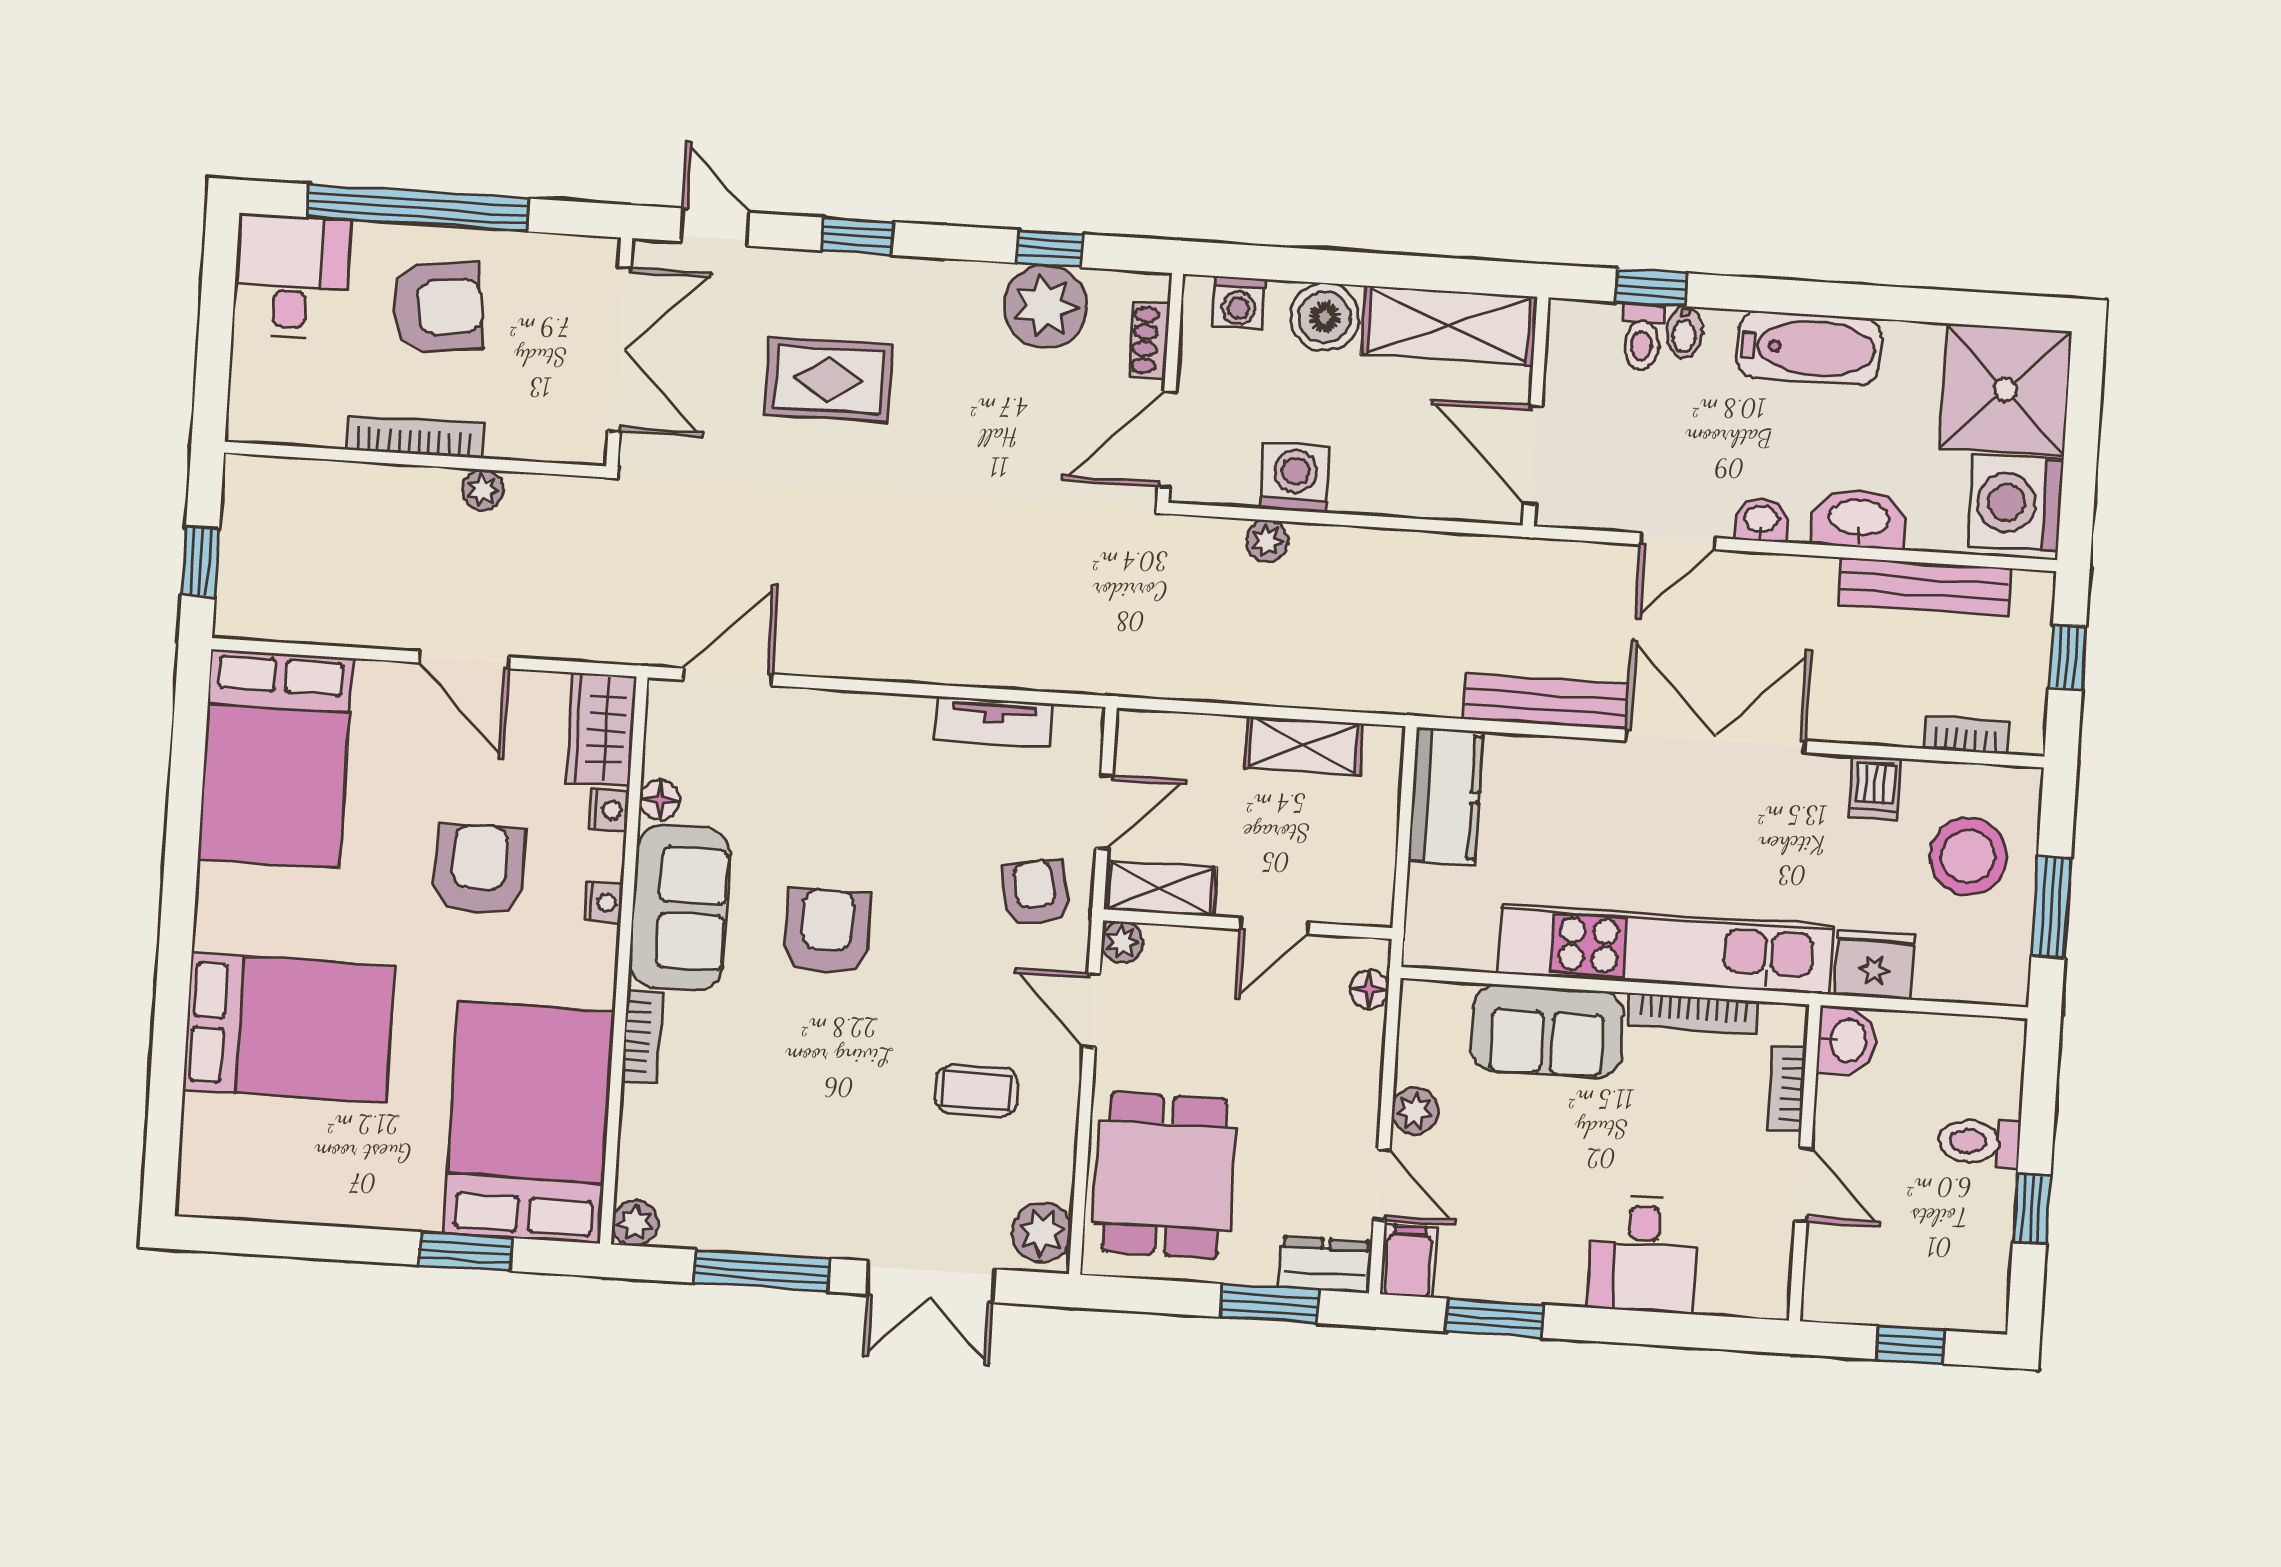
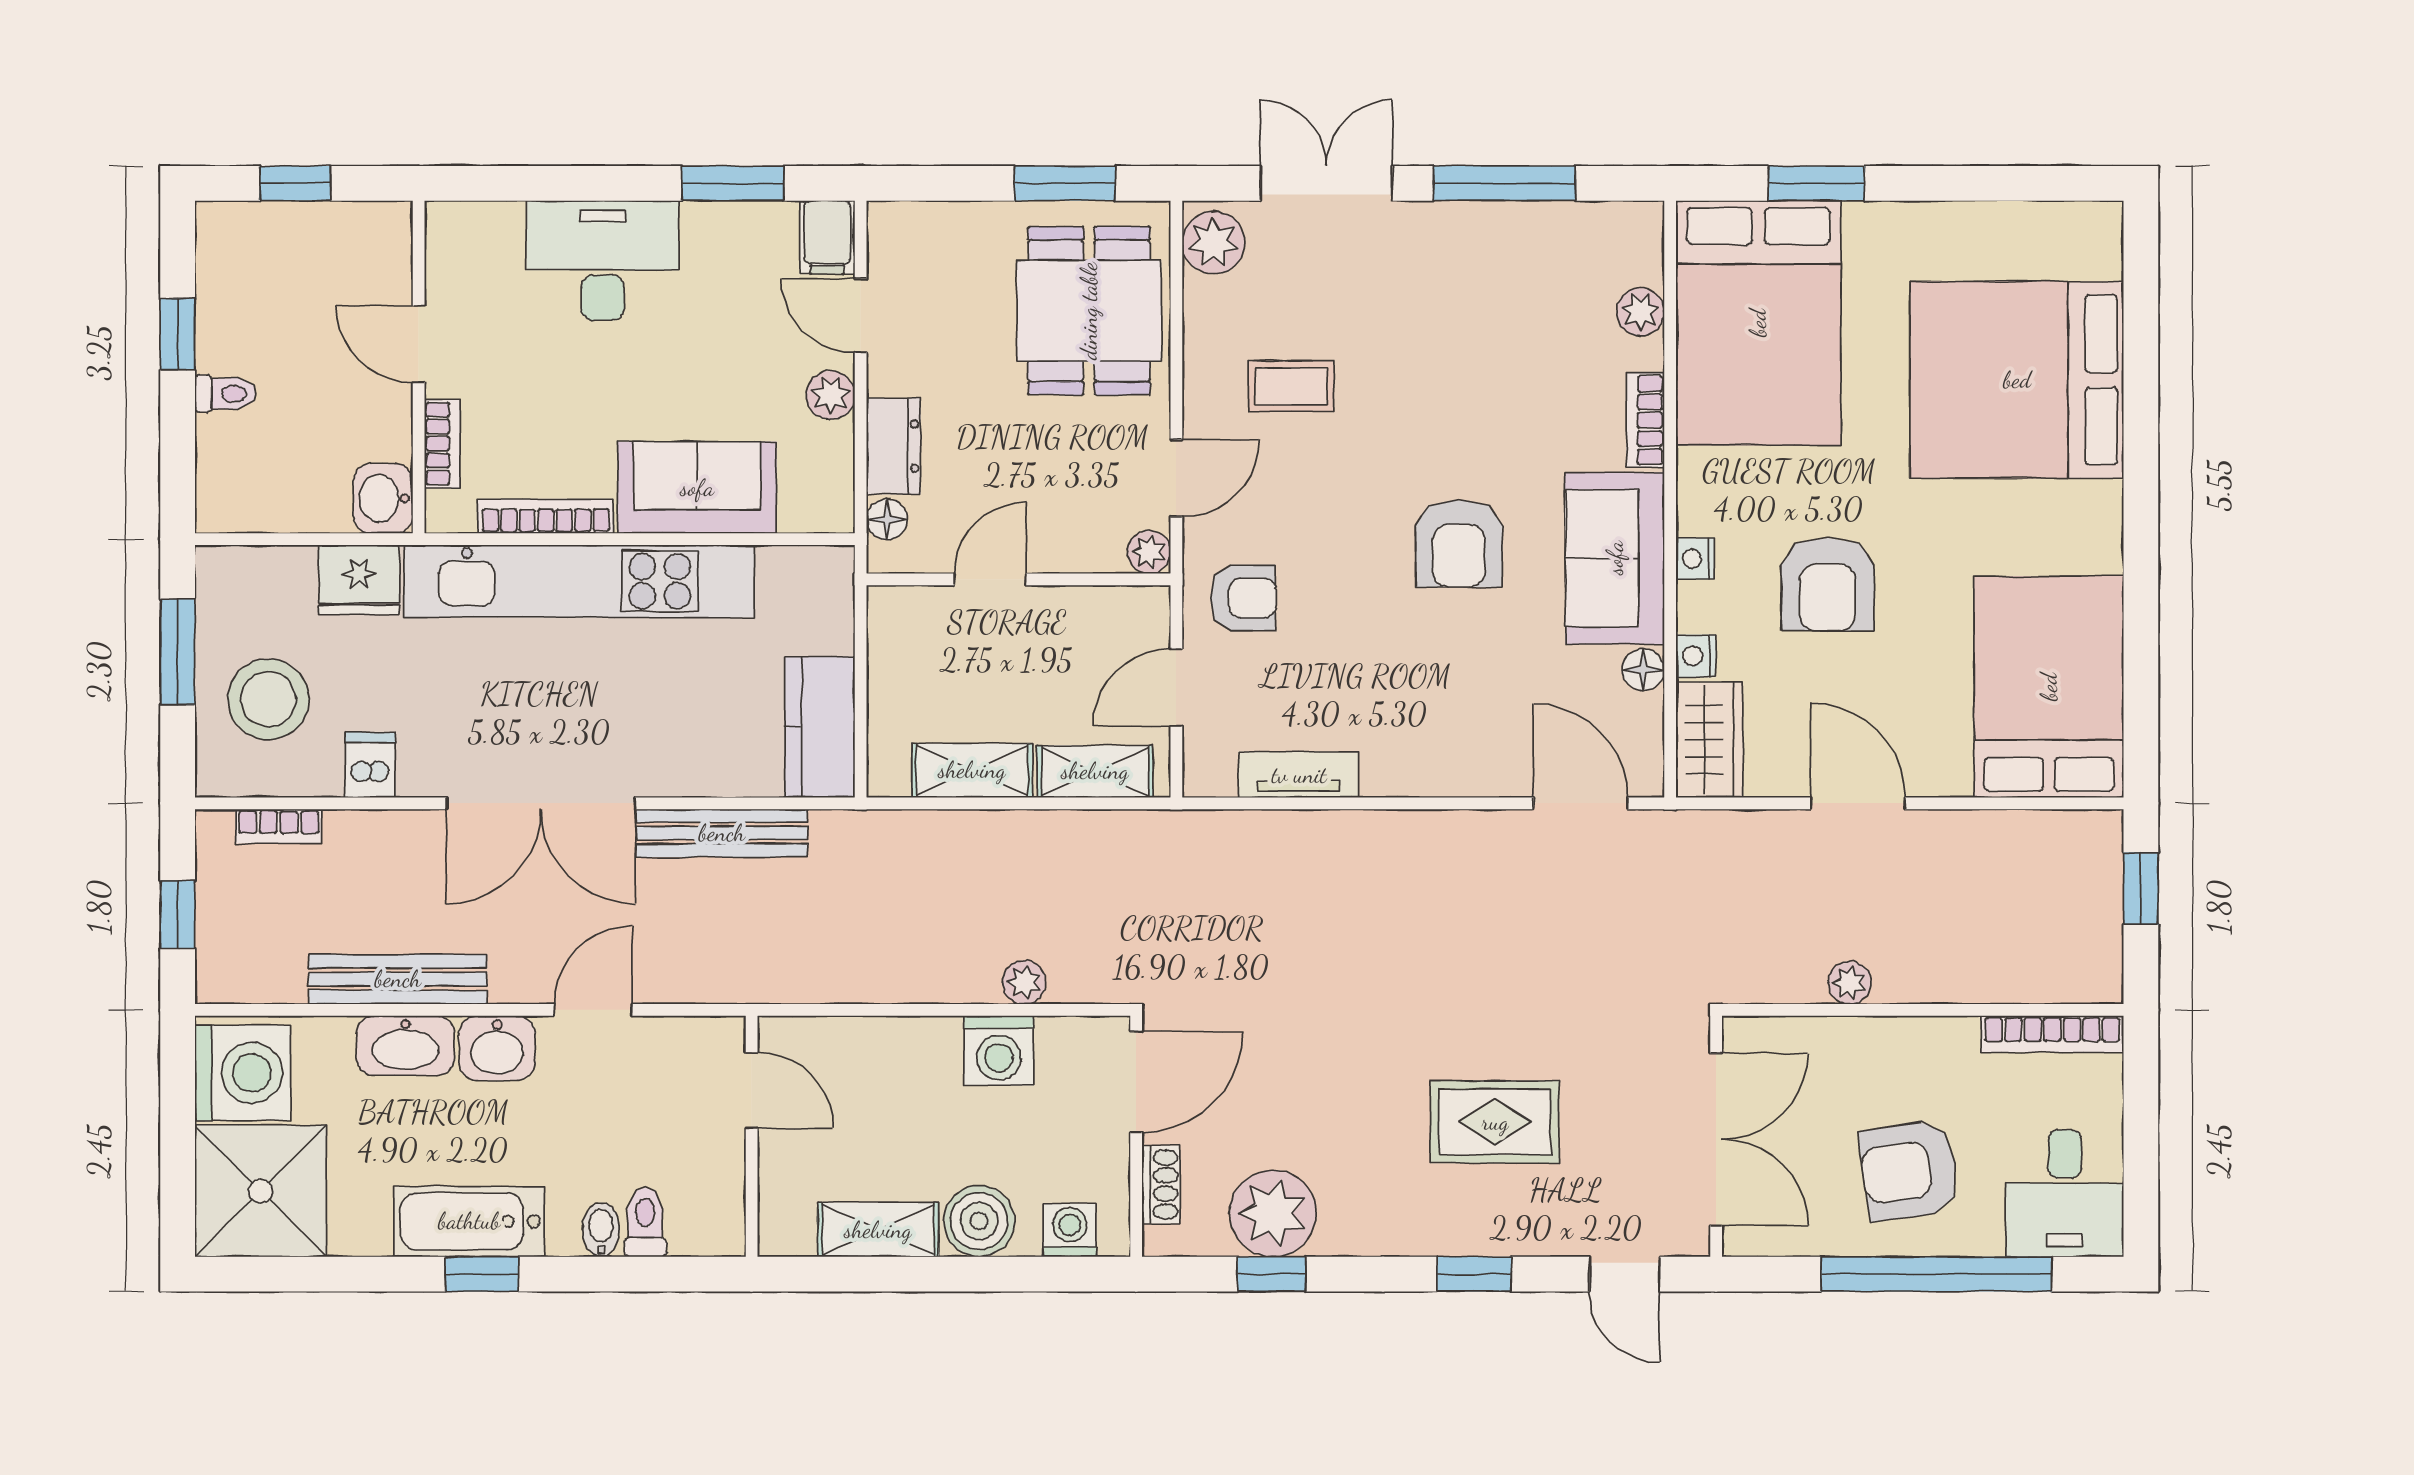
window: (1651, 288) -> (482, 1274), moved
shelving: (1449, 326) -> (878, 1230), width x0.67, depth x0.75
double door: (619, 349) -> (1716, 1139), swing flipped
bookcase: (415, 437) -> (2052, 1034), moved
door: (1533, 455) -> (752, 1090), width x0.73
washbasin: (1761, 520) -> (497, 1048), width x1.38, depth x1.45
bench: (1925, 587) -> (398, 979), moved
door: (728, 677) -> (1580, 803), swing flipped
shelving: (1160, 888) -> (1095, 771), moved
armchair: (1035, 893) -> (1243, 598), turned -79
door: (1092, 1011) -> (1176, 478), hinge flipped
bed: (289, 1028) -> (2017, 380), width x1.36
toilet: (1979, 1142) -> (225, 394), width x0.73, depth x0.72
plant: (635, 1223) -> (1640, 312), moved
desk: (1643, 1254) -> (603, 261), width x1.37
dresser: (1325, 1265) -> (893, 446), moved, turned -90
window: (1269, 1304) -> (1065, 183), moved

